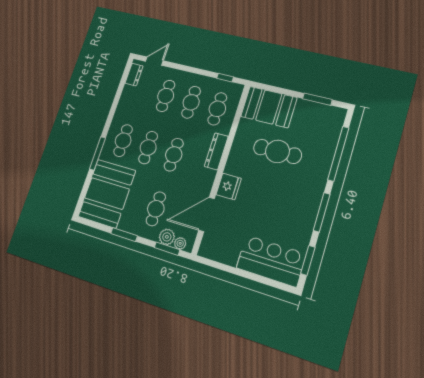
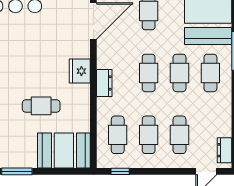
dresser: (216, 151) -> (104, 83), width x0.70
cafe table: (277, 151) -> (41, 106), width x0.73, depth x0.74
fridge: (229, 186) -> (80, 71), moved

